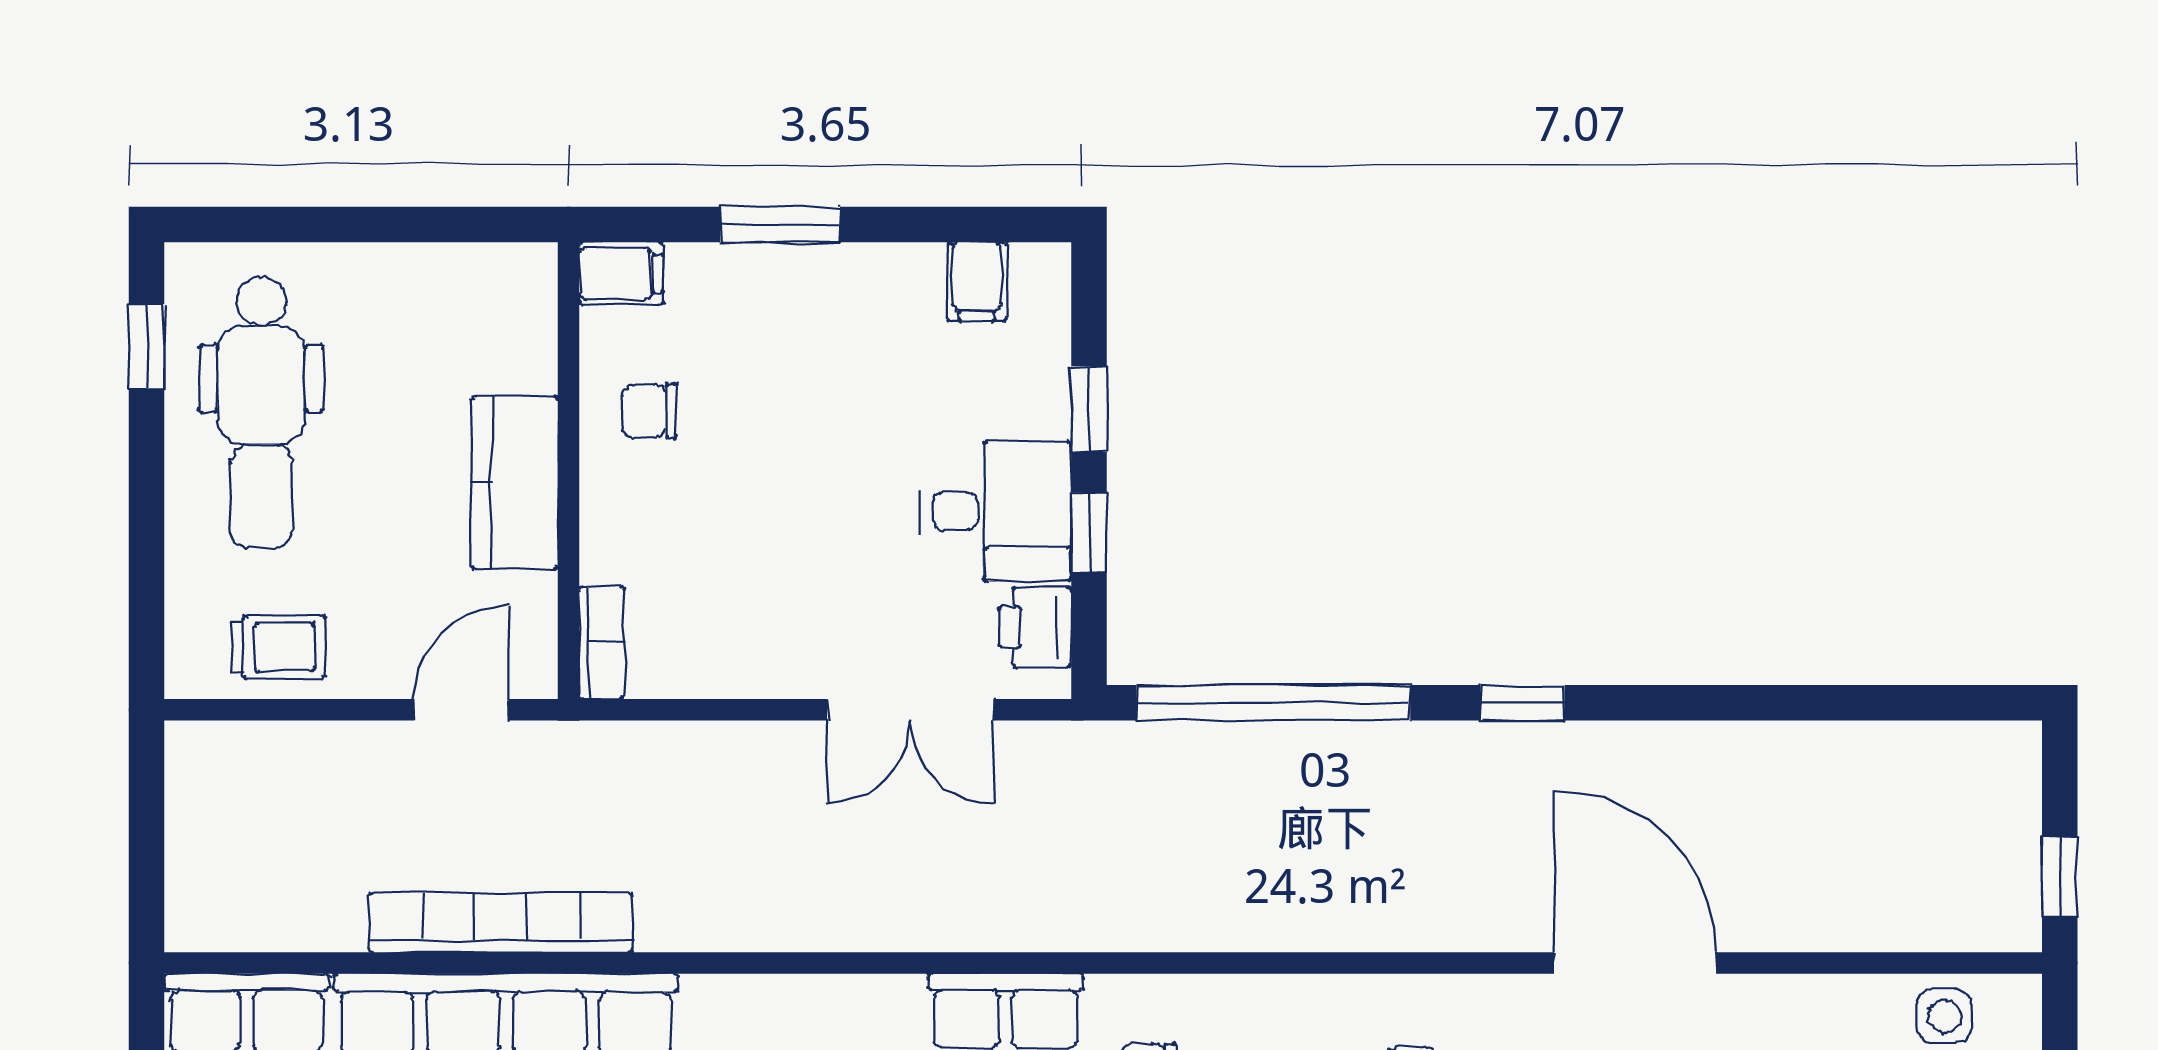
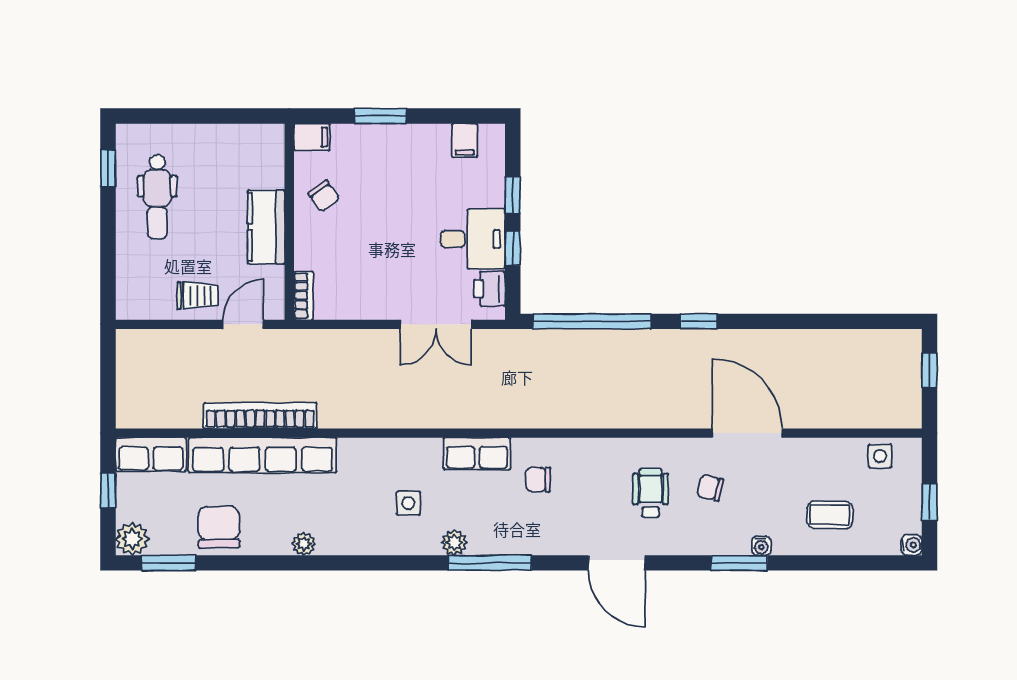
chair: (649, 411) -> (324, 196), turned -126
dental chair: (261, 412) -> (157, 197), width x0.73, depth x0.72
trolley: (278, 647) -> (198, 296), moved
window: (2060, 877) -> (930, 370), moved

